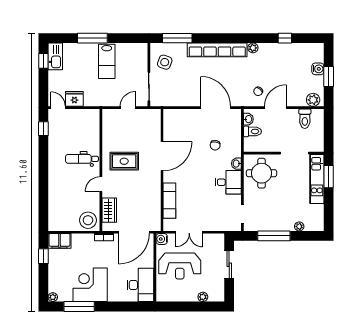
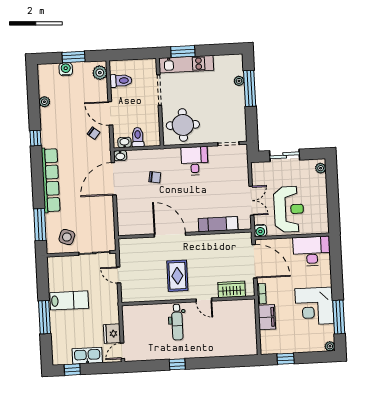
window: (285, 38) -> (35, 138), moved
plant: (253, 48) -> (44, 102), moved
kitchen sink: (55, 56) -> (87, 356), moved
window: (43, 129) -> (177, 364), moved
washbasin: (236, 164) -> (120, 156), moved
stool: (88, 220) -> (244, 312), removed
window: (274, 236) -> (250, 88), moved
filing cabinet: (59, 241) -> (267, 317), moved
plant: (203, 297) -> (321, 168), moved

